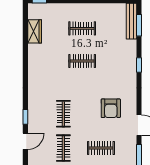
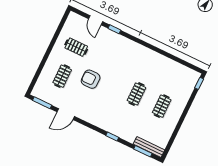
wardrobe: (35, 31) -> (177, 68), removed
armchair: (111, 108) -> (91, 79), moved
clothes rail: (63, 114) -> (103, 60), removed

